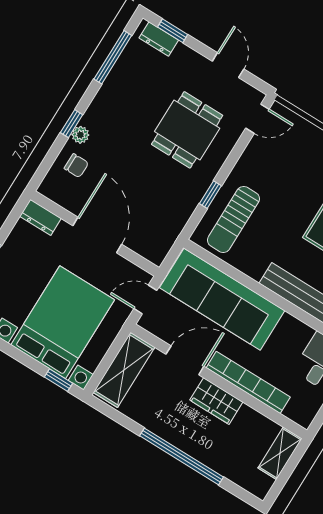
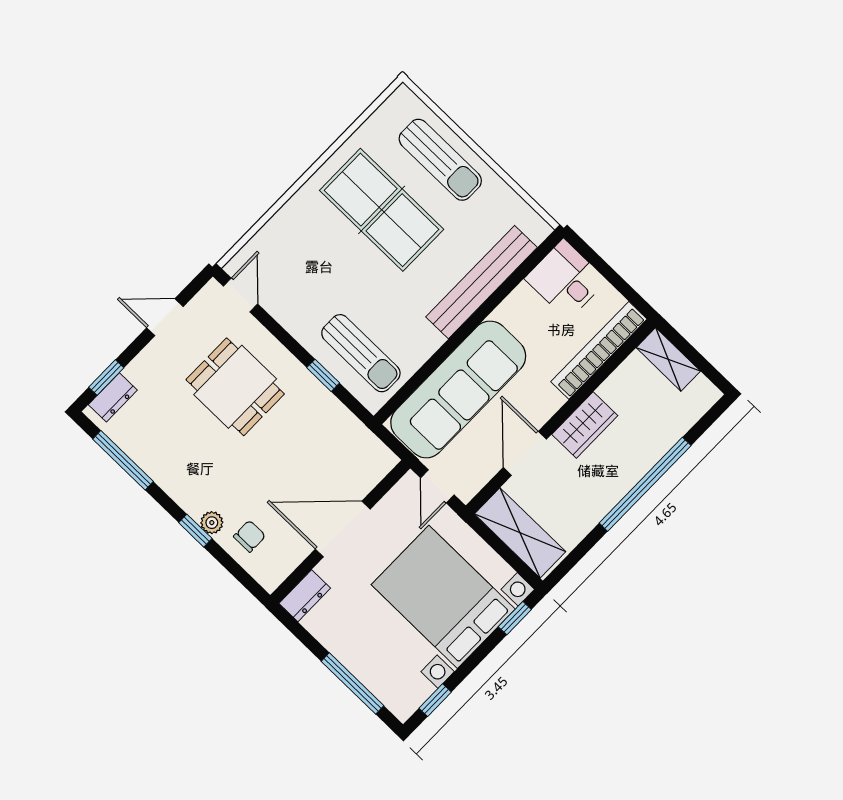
bookcase: (248, 382) -> (599, 350), moved

